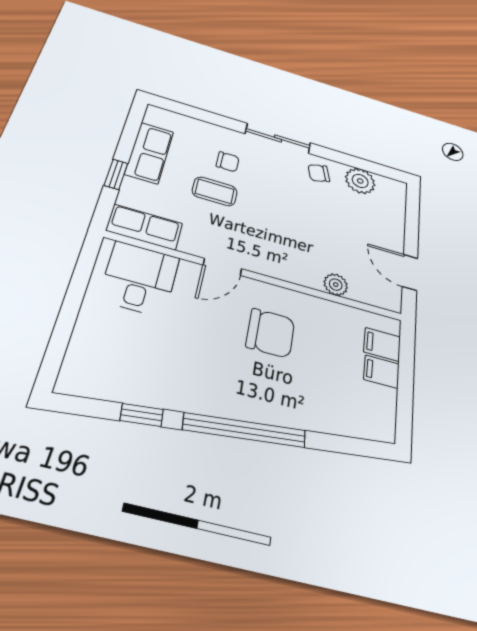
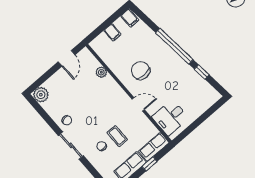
plant: (360, 181) -> (41, 95), moved
row of seats: (145, 227) -> (154, 147), moved, turned 90
filing cabinet: (382, 344) -> (130, 18), moved

